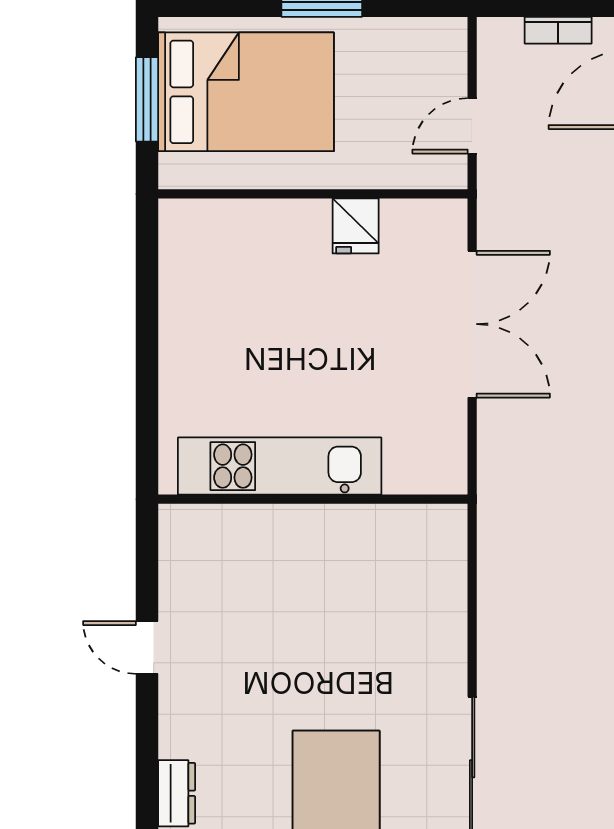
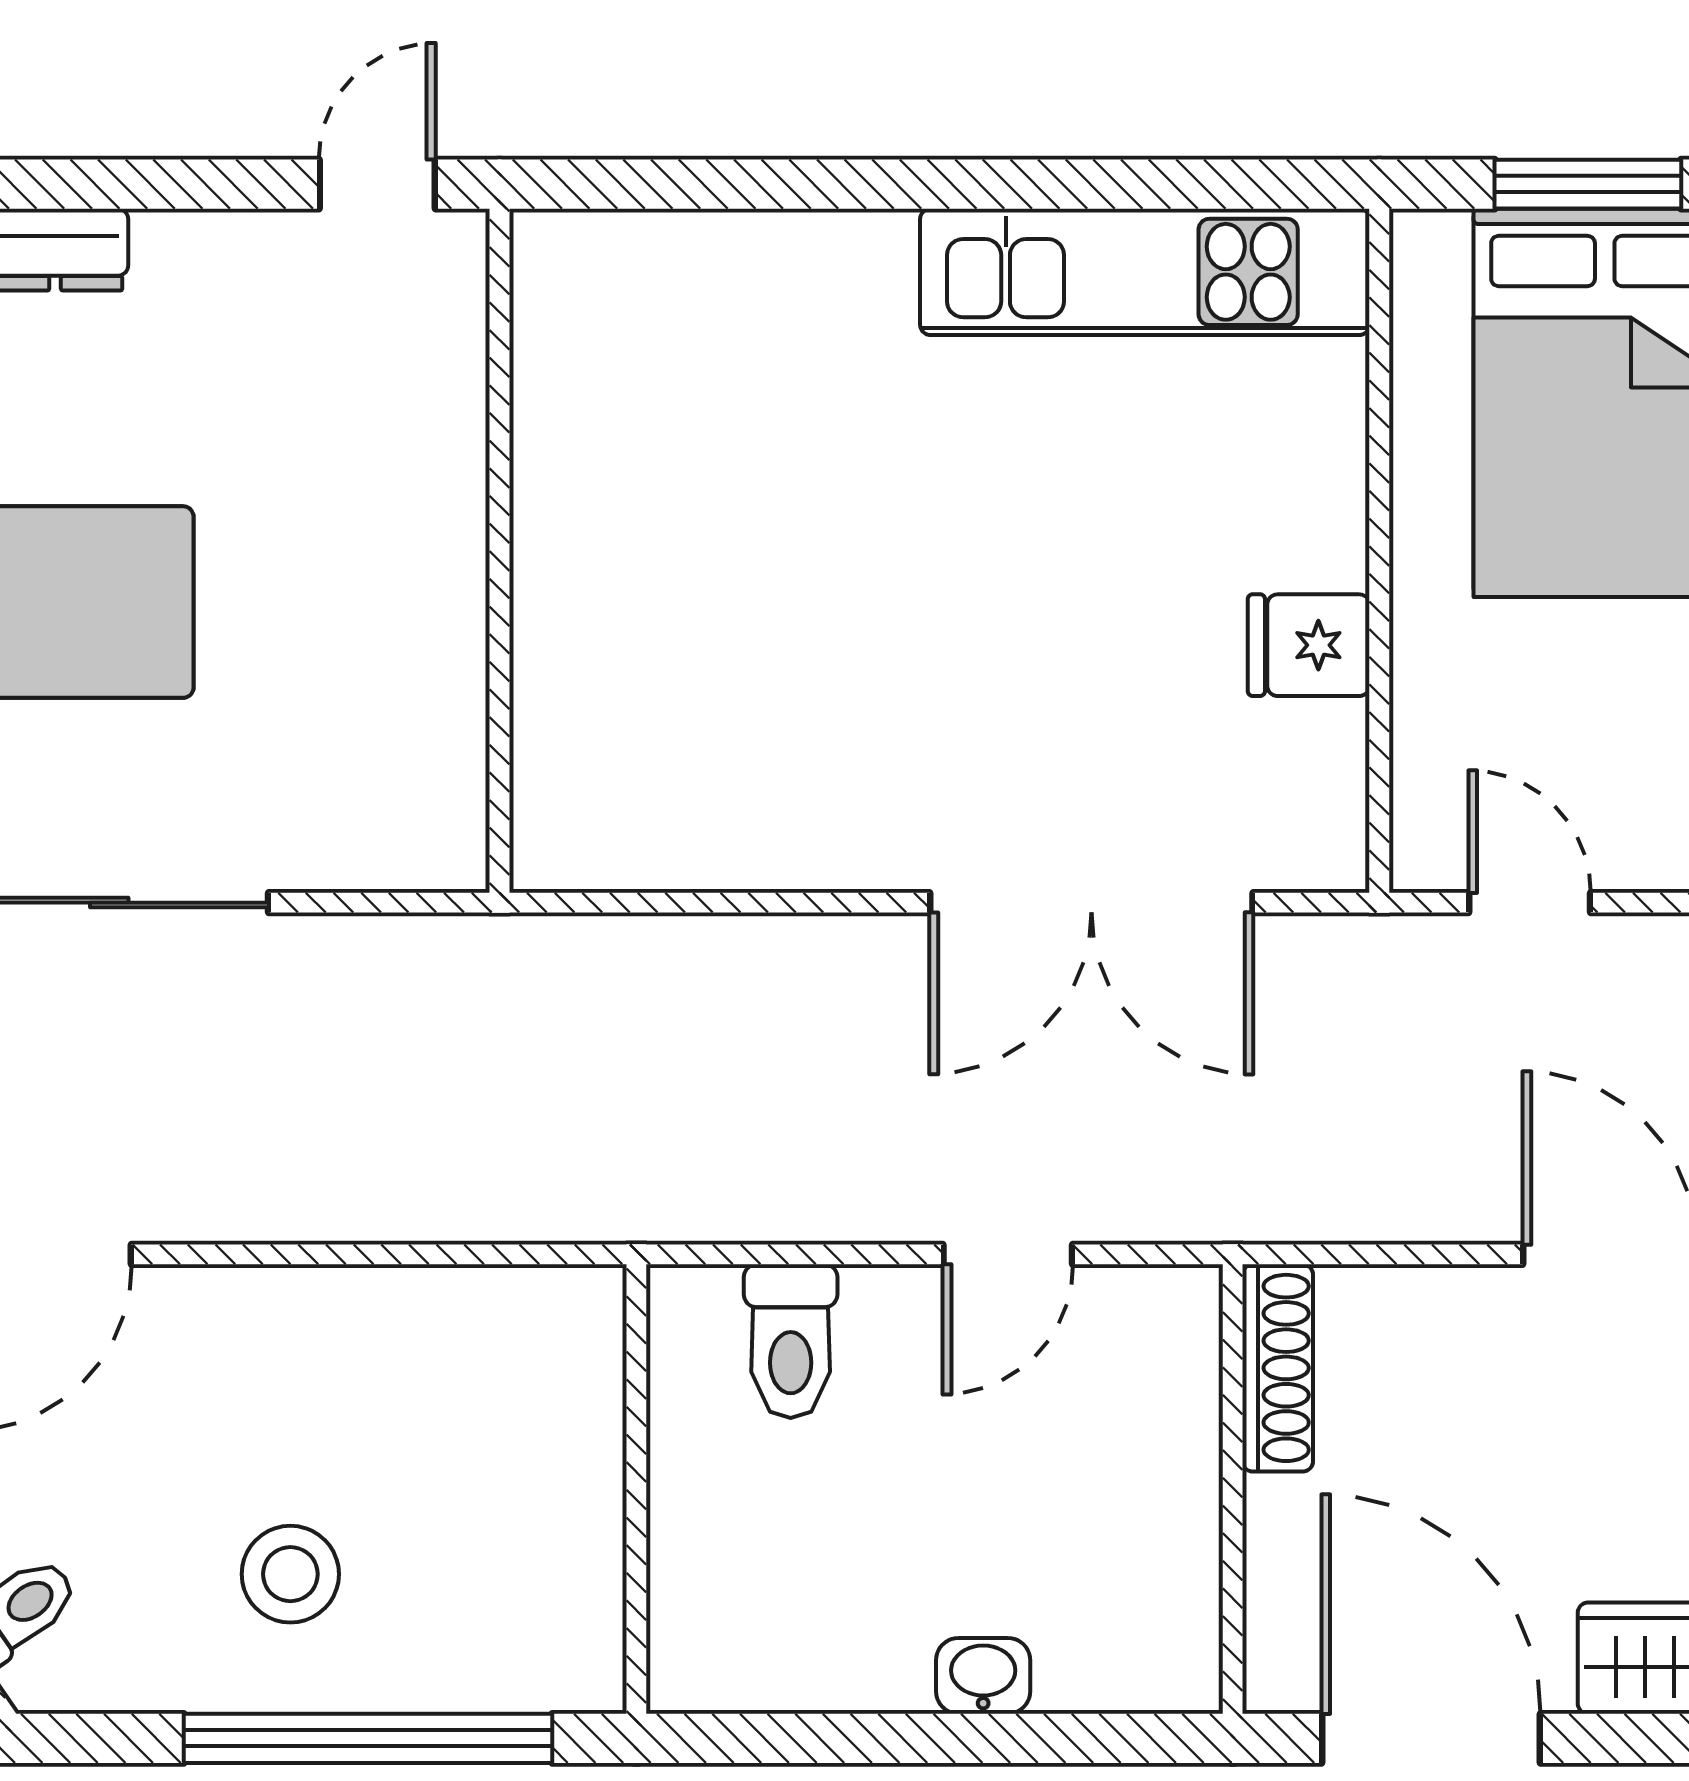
kitchen unit: (280, 466) -> (1145, 272), moved, turned 90
wall: (313, 499) -> (500, 551), moved

